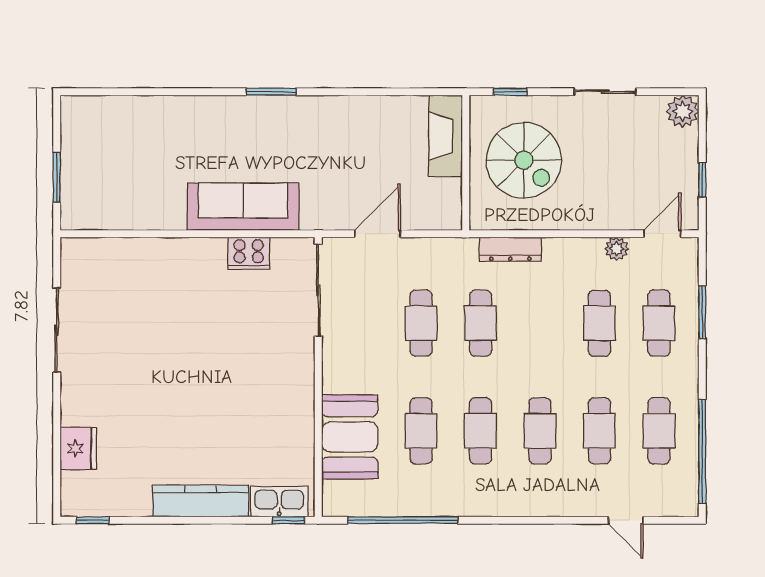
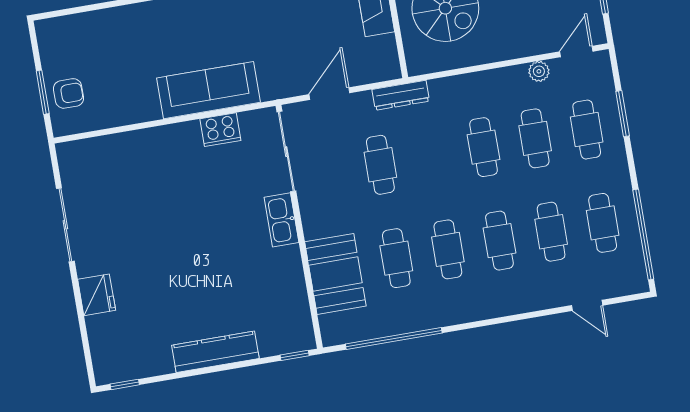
armchair: (85, 184) -> (68, 93), added
dresser: (510, 249) -> (401, 95), moved
cafe table: (481, 323) -> (484, 147), moved
fridge: (78, 448) -> (97, 295), moved
kitchen sink: (279, 502) -> (281, 220), moved, turned -90

